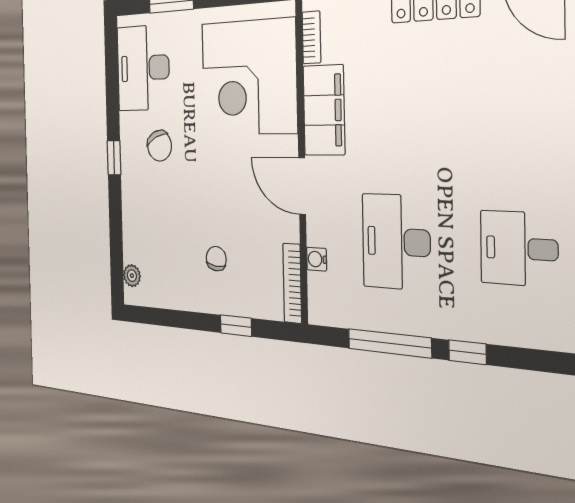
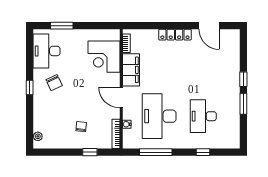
corner desk: (249, 77) -> (104, 57), width x0.74, depth x0.74
desk: (396, 242) -> (159, 116), width x1.36, depth x1.30
desk: (519, 248) -> (203, 116), width x1.37
window: (467, 352) -> (203, 152), moved

